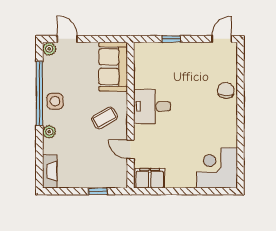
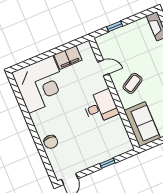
corner desk: (217, 168) -> (41, 84), width x1.36, depth x1.36
filing cabinet: (150, 178) -> (68, 57), moved

